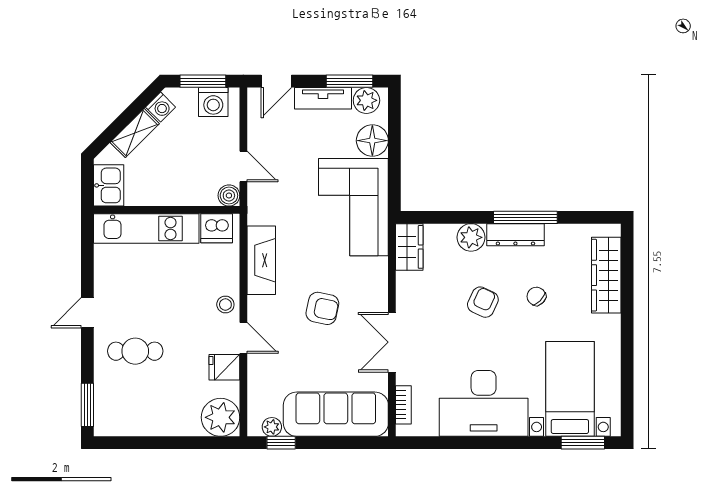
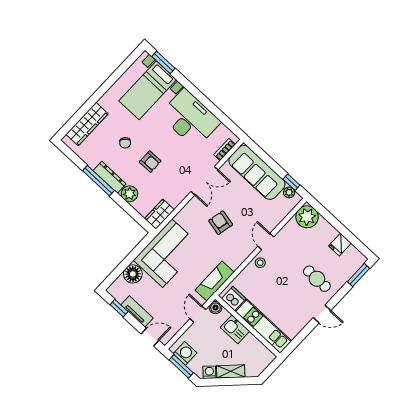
window: (349, 81) -> (119, 308), width x0.67
plant: (366, 100) -> (119, 293), removed
kitchen sink: (109, 185) -> (235, 329), moved, turned -90
fireplace: (261, 260) -> (215, 281), moved
armchair: (483, 302) -> (150, 162), turned -116
fridge: (224, 367) -> (340, 245), moved, turned 90

